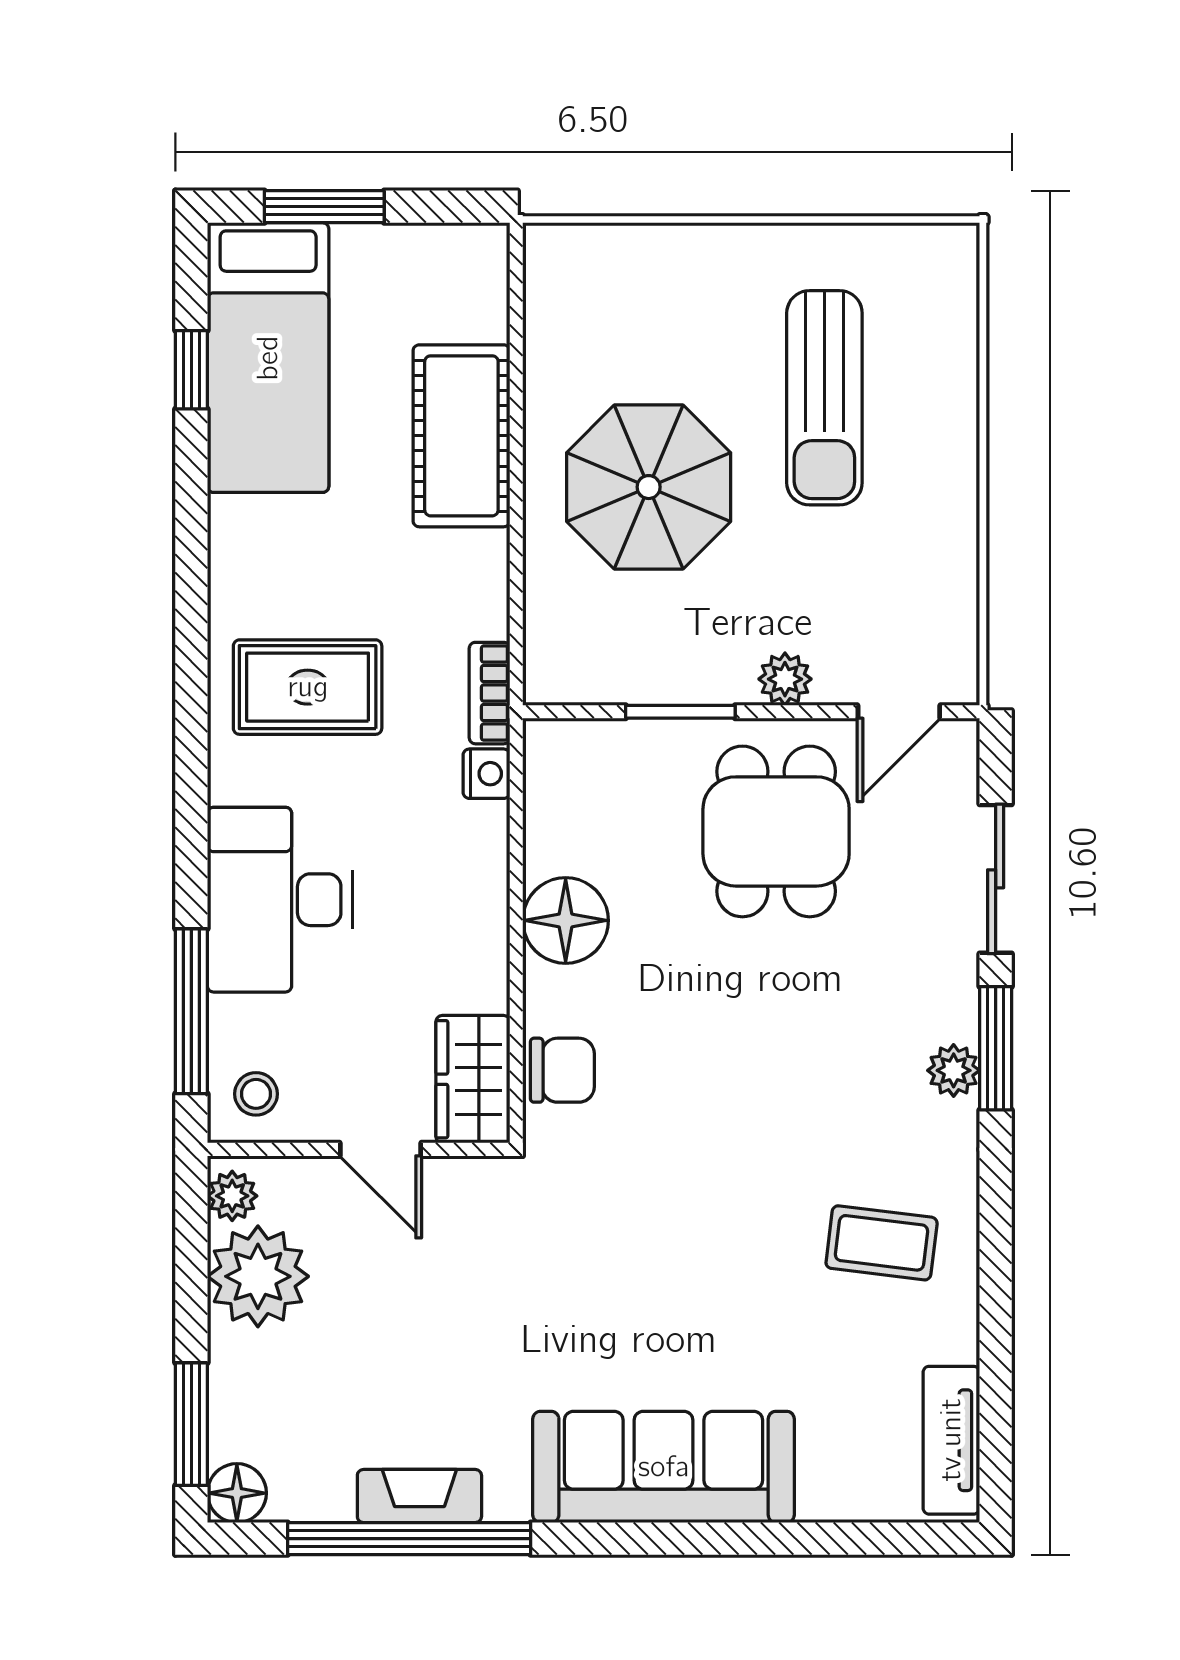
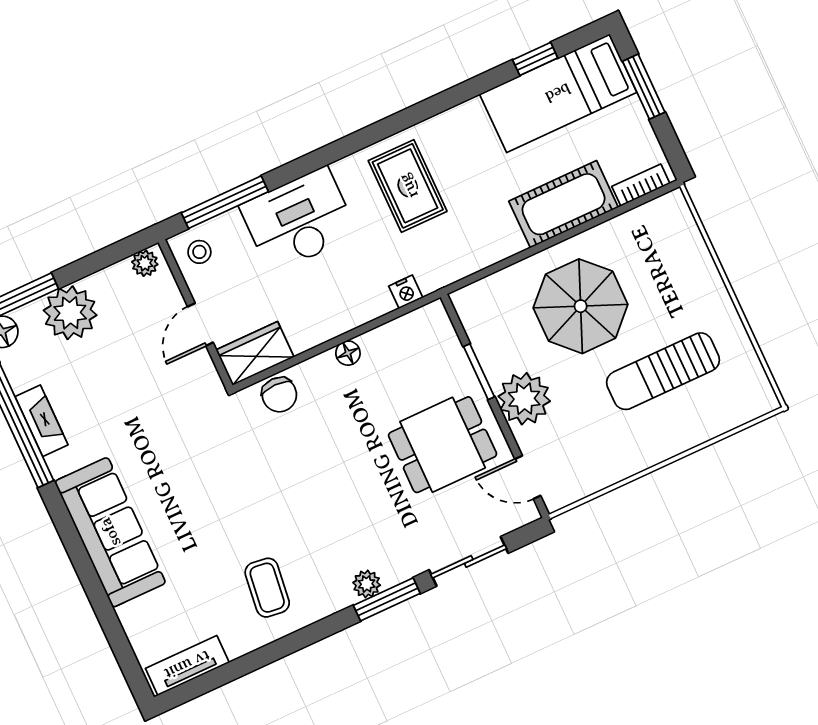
plant: (785, 679) -> (524, 399), width x1.87, depth x1.87
bookcase: (490, 693) -> (641, 185), moved
floor lamp: (566, 920) -> (348, 353), width x0.53, depth x0.53
plant: (258, 1276) -> (70, 313), moved

